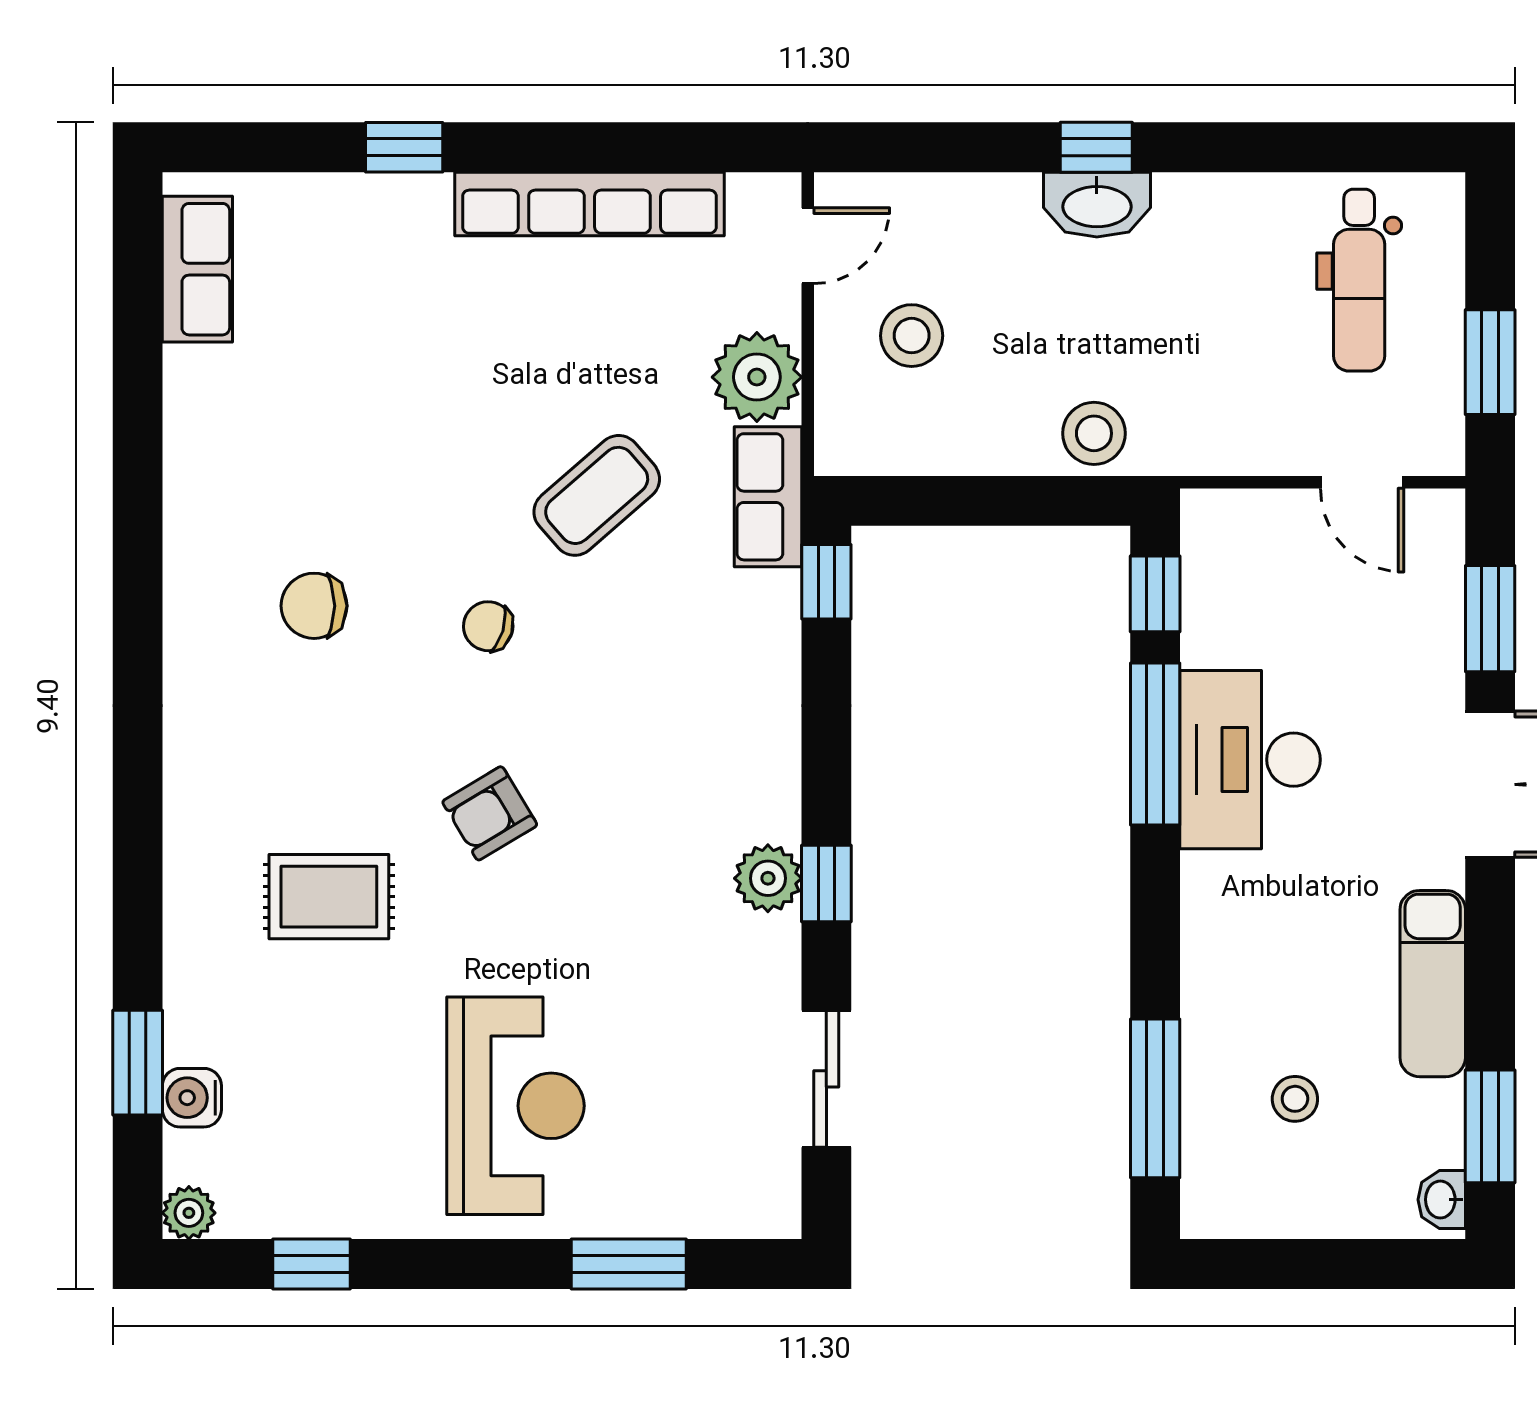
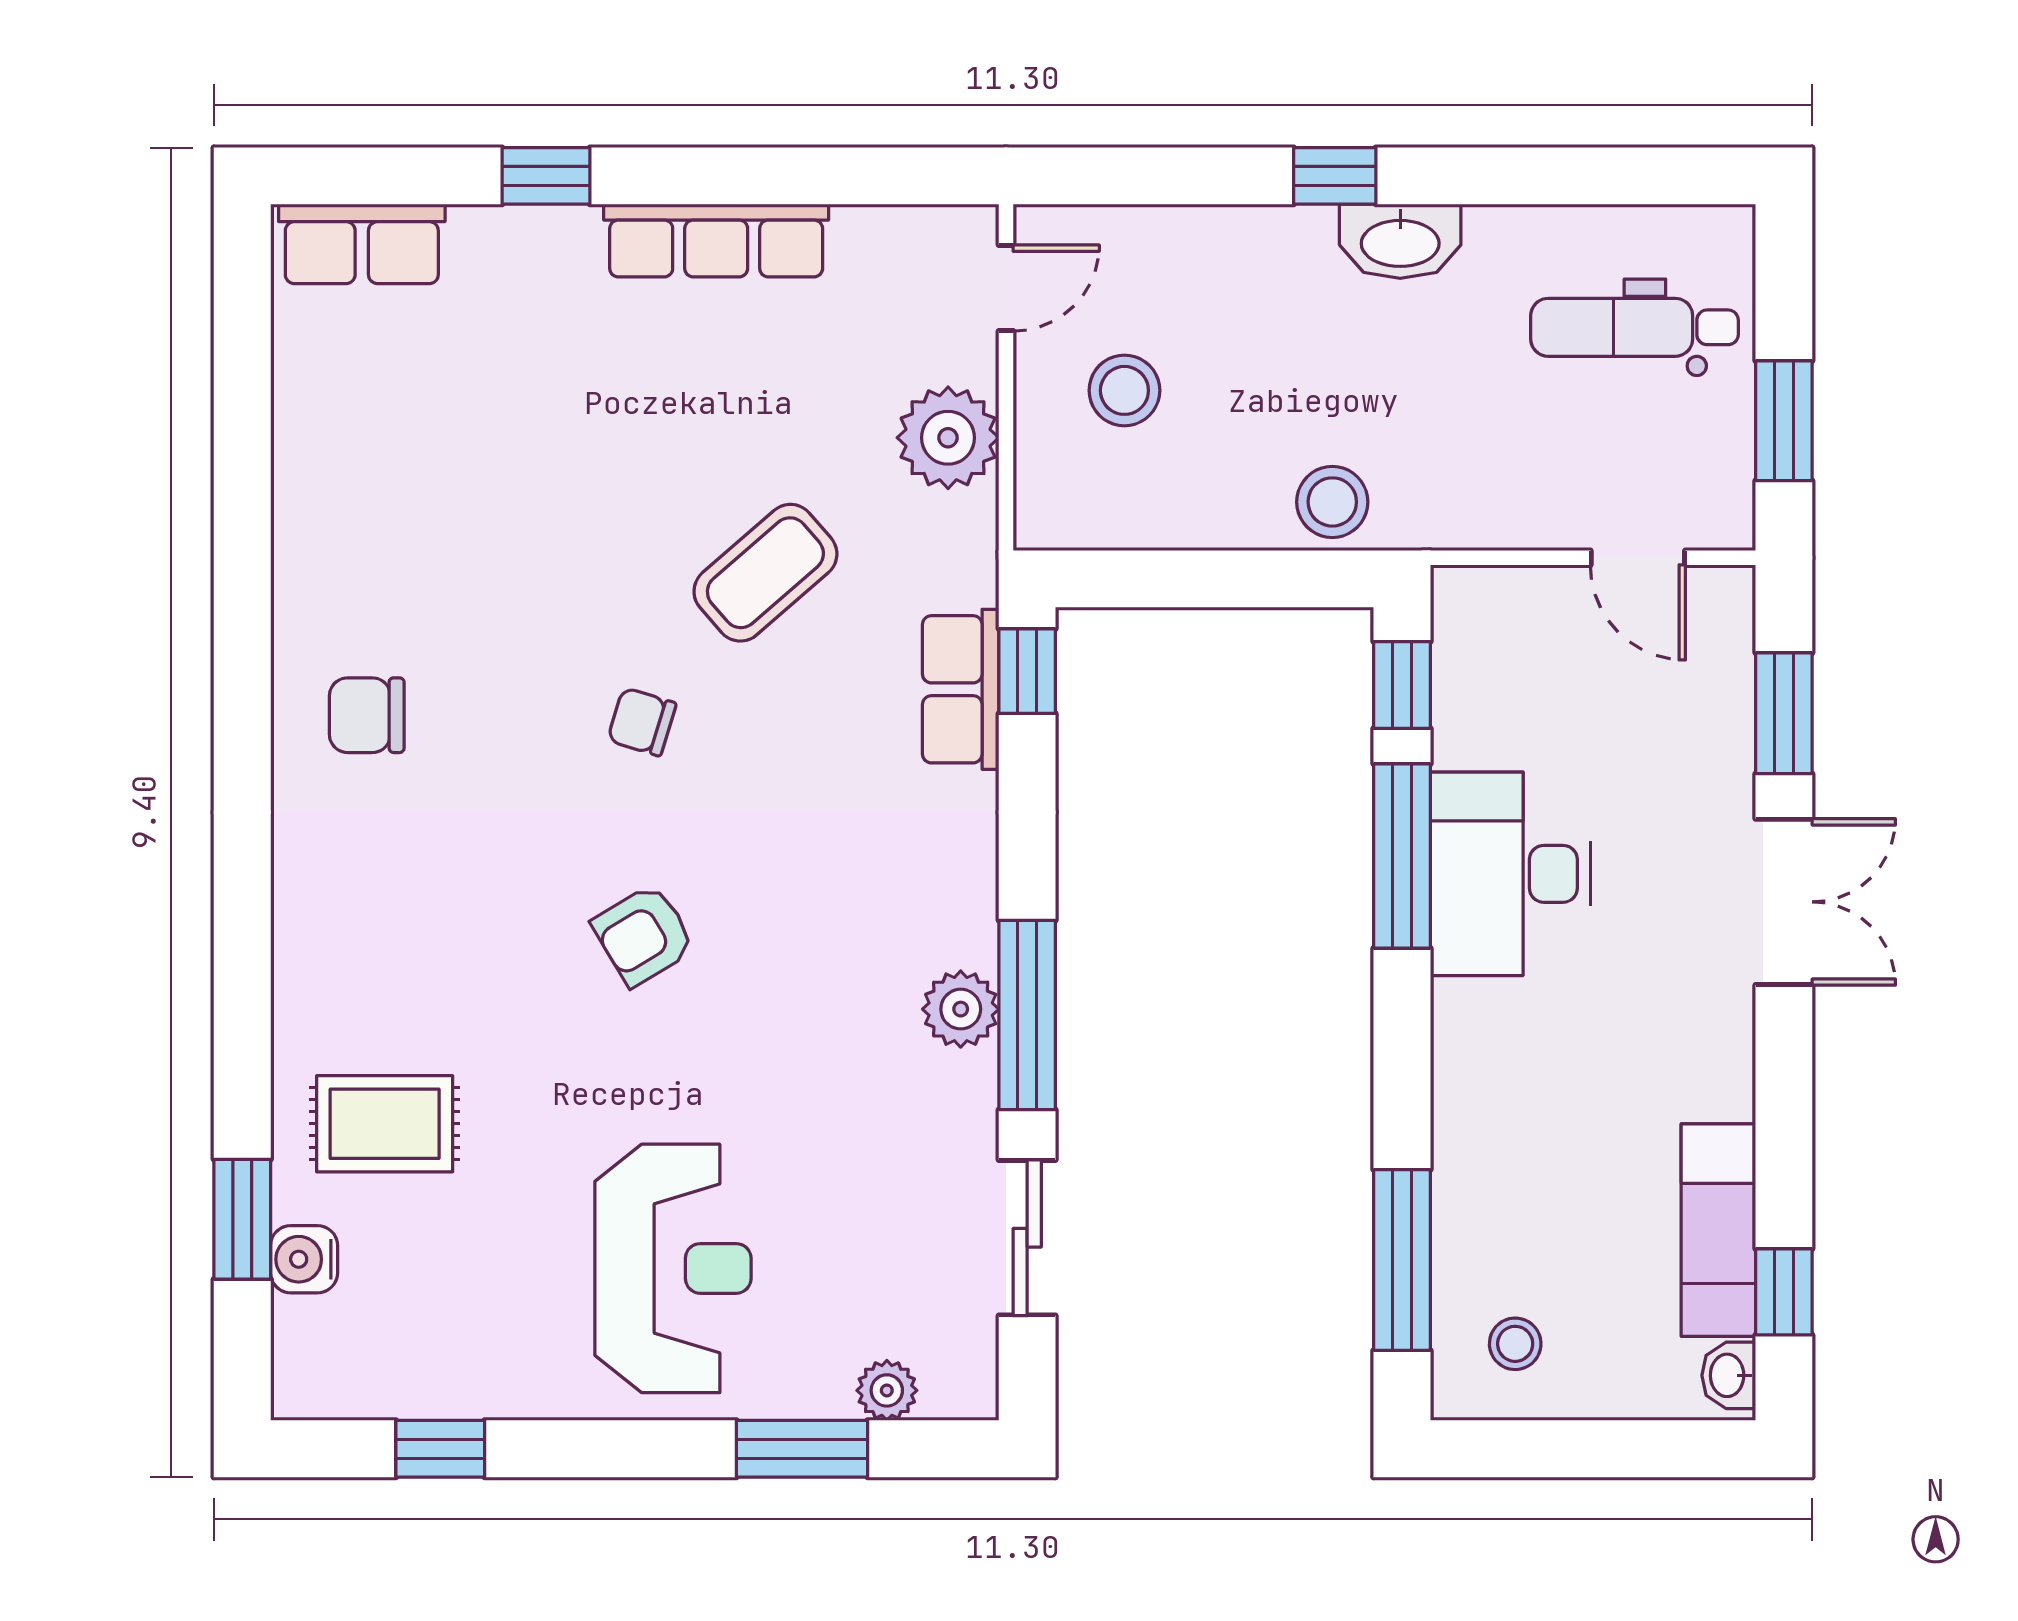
row of seats: (589, 204) -> (716, 240), width x0.73
washbasin: (1097, 205) -> (1400, 241), moved
row of seats: (197, 269) -> (362, 244), moved, turned 90
dental chair: (1359, 280) -> (1635, 327), turned 90
row of seats: (768, 497) -> (961, 689), moved
chair: (314, 606) -> (367, 715), moved
window: (826, 884) -> (1027, 1015), width x2.17
rug: (329, 897) -> (385, 1124), moved
exam couch: (1433, 984) -> (1718, 1230), moved
stool: (1295, 1099) -> (1515, 1344), moved
window: (1490, 1126) -> (1784, 1292), width x0.67
plant: (189, 1213) -> (887, 1390), moved

